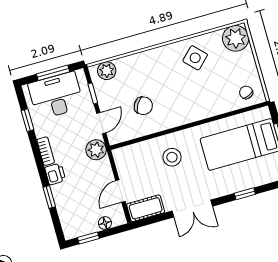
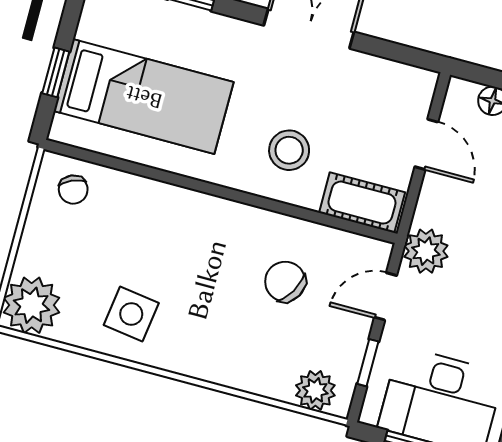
side table: (195, 58) -> (131, 314), turned -38
door: (120, 191) -> (426, 144), hinge flipped
cot: (146, 208) -> (362, 203), moved

